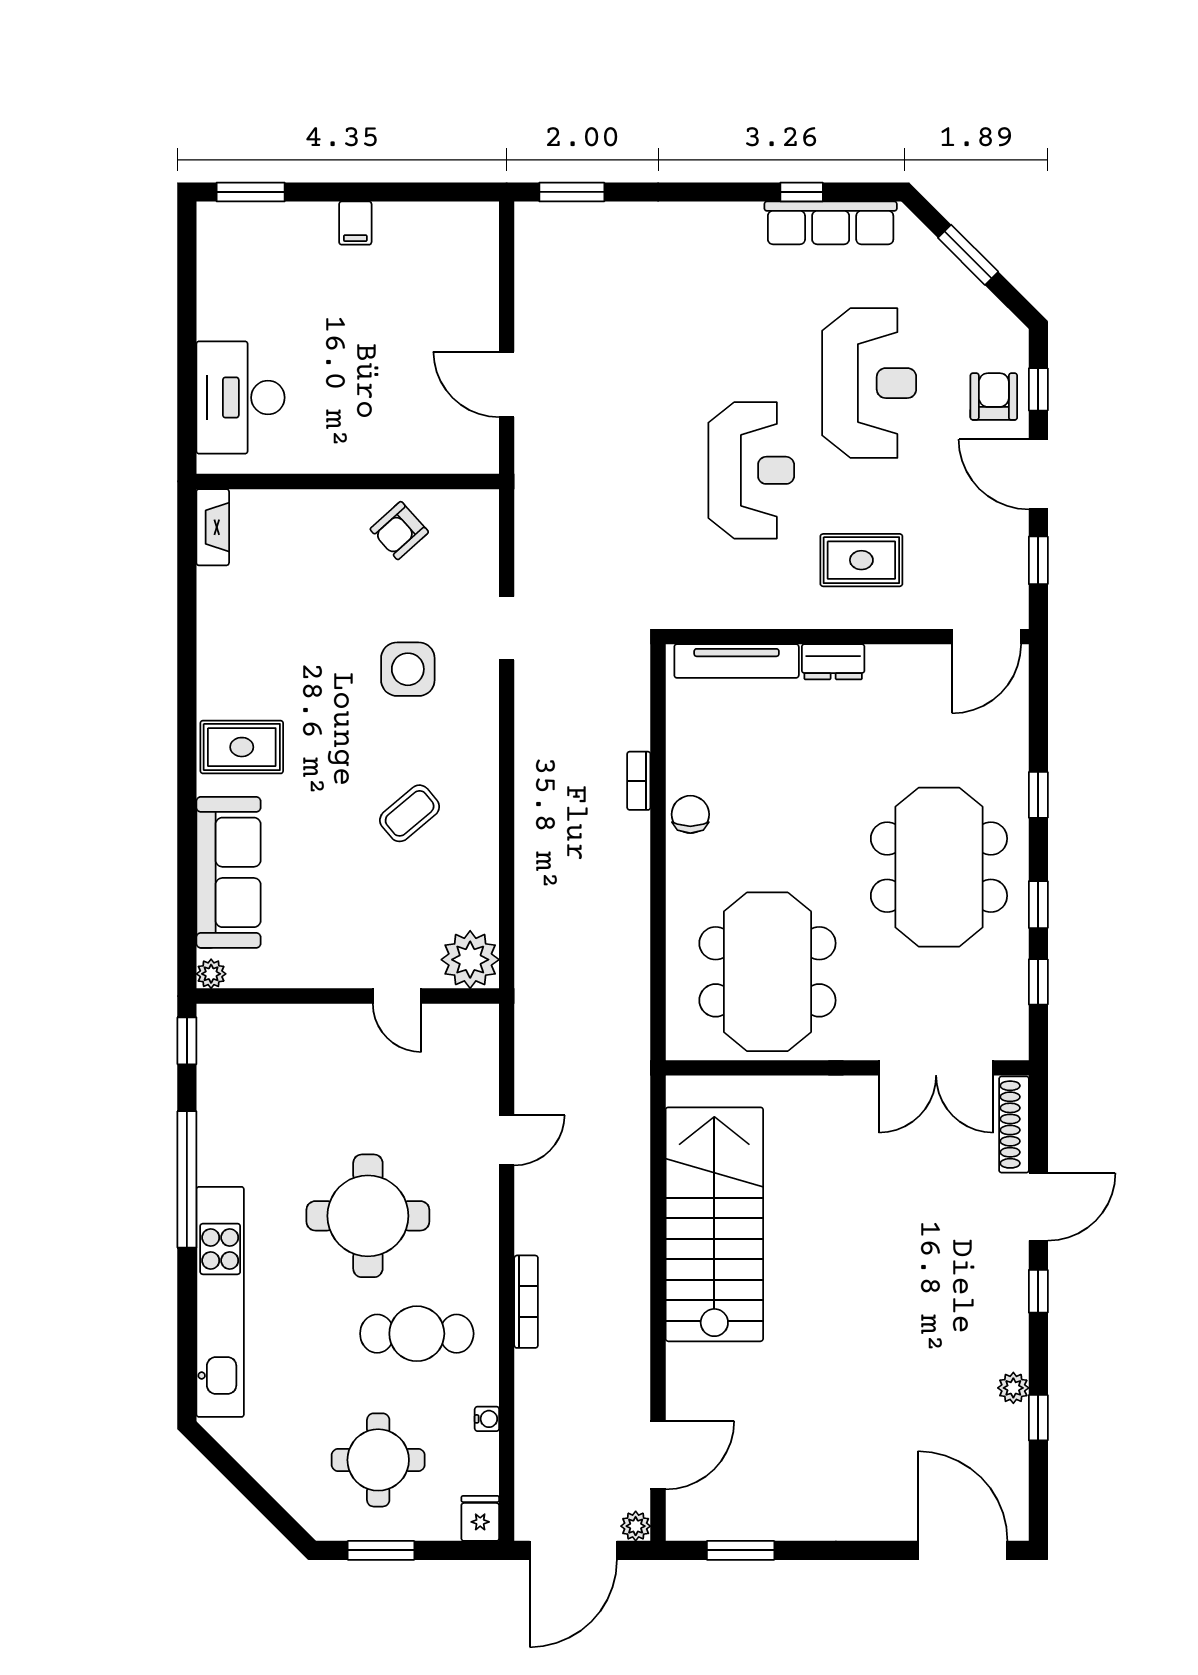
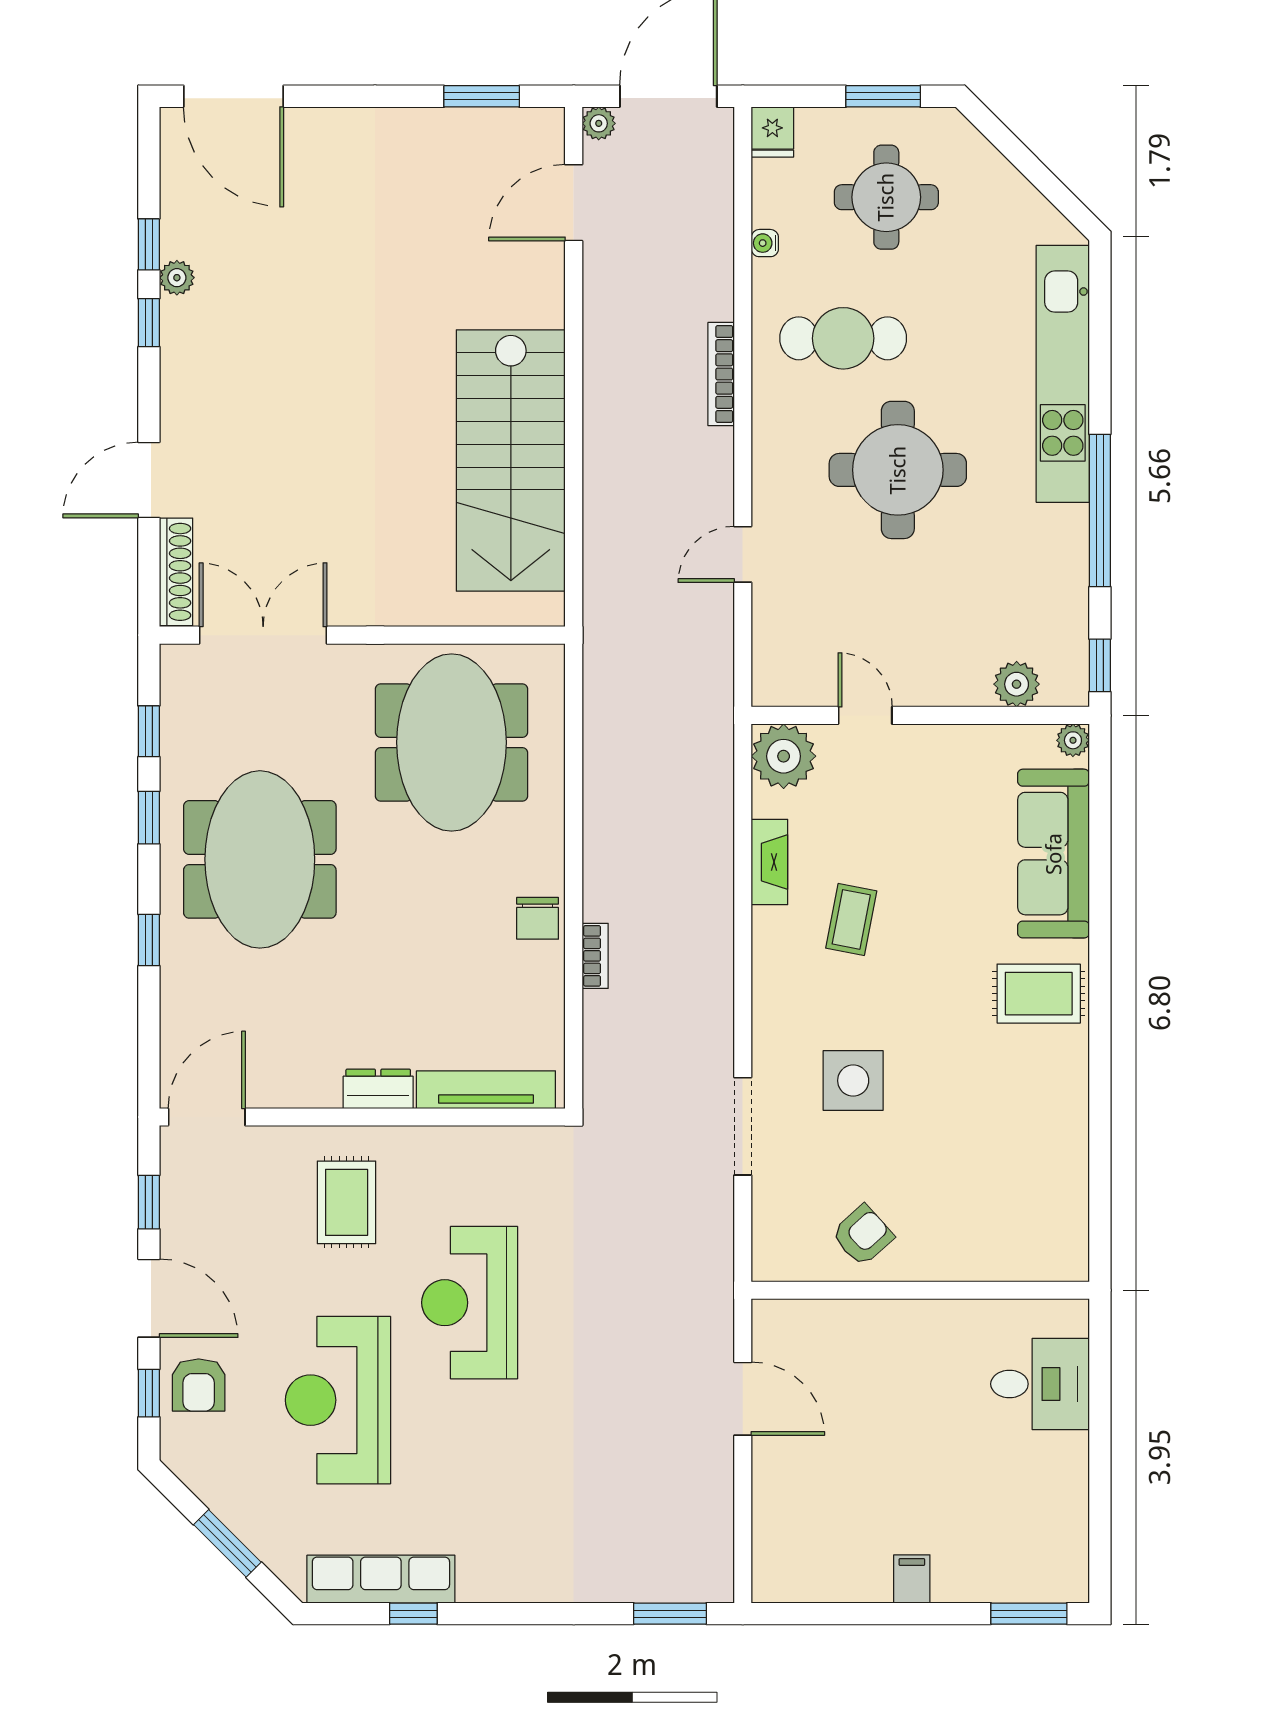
desk: (241, 398) -> (1040, 1384), width x0.73
fireplace: (213, 527) -> (769, 862), moved, turned 180
rug: (861, 560) -> (347, 1202), turned 90
doorway: (507, 628) -> (743, 1126), width x1.38
coffee table: (410, 813) -> (851, 919), turned -39
plant: (262, 1024) -> (1017, 684), added
window: (1038, 1291) -> (149, 323), moved

